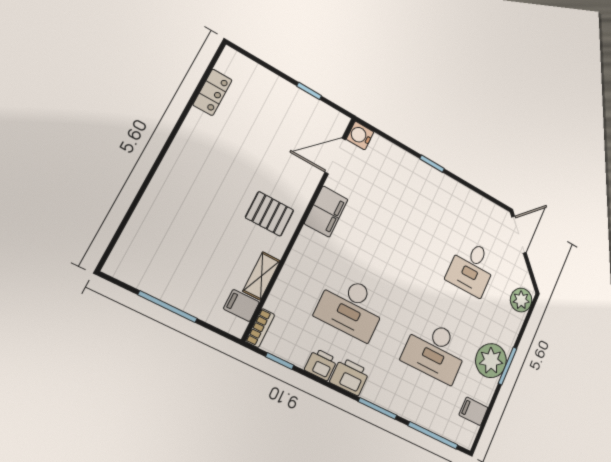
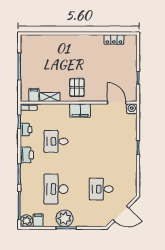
filing cabinet: (326, 212) -> (80, 111), moved
door: (519, 235) -> (121, 214), moved
plant: (521, 300) -> (26, 221), moved
desk: (351, 307) -> (56, 141), width x0.73
printer: (321, 364) -> (26, 130), moved

